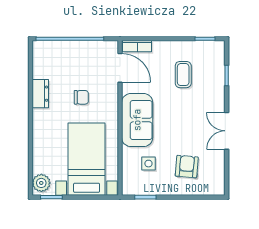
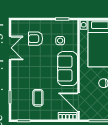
double door: (227, 131) -> (10, 48), moved
armchair: (187, 167) -> (36, 39), turned 85

